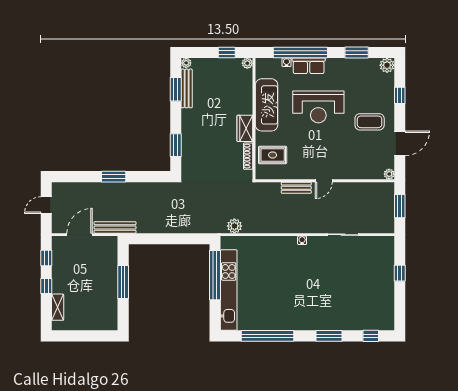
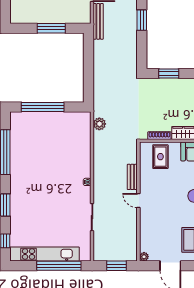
window: (400, 273) -> (59, 266), width x3.17
window: (215, 275) -> (43, 107), moved
kitchen unit: (229, 290) -> (44, 254), moved, turned 180

